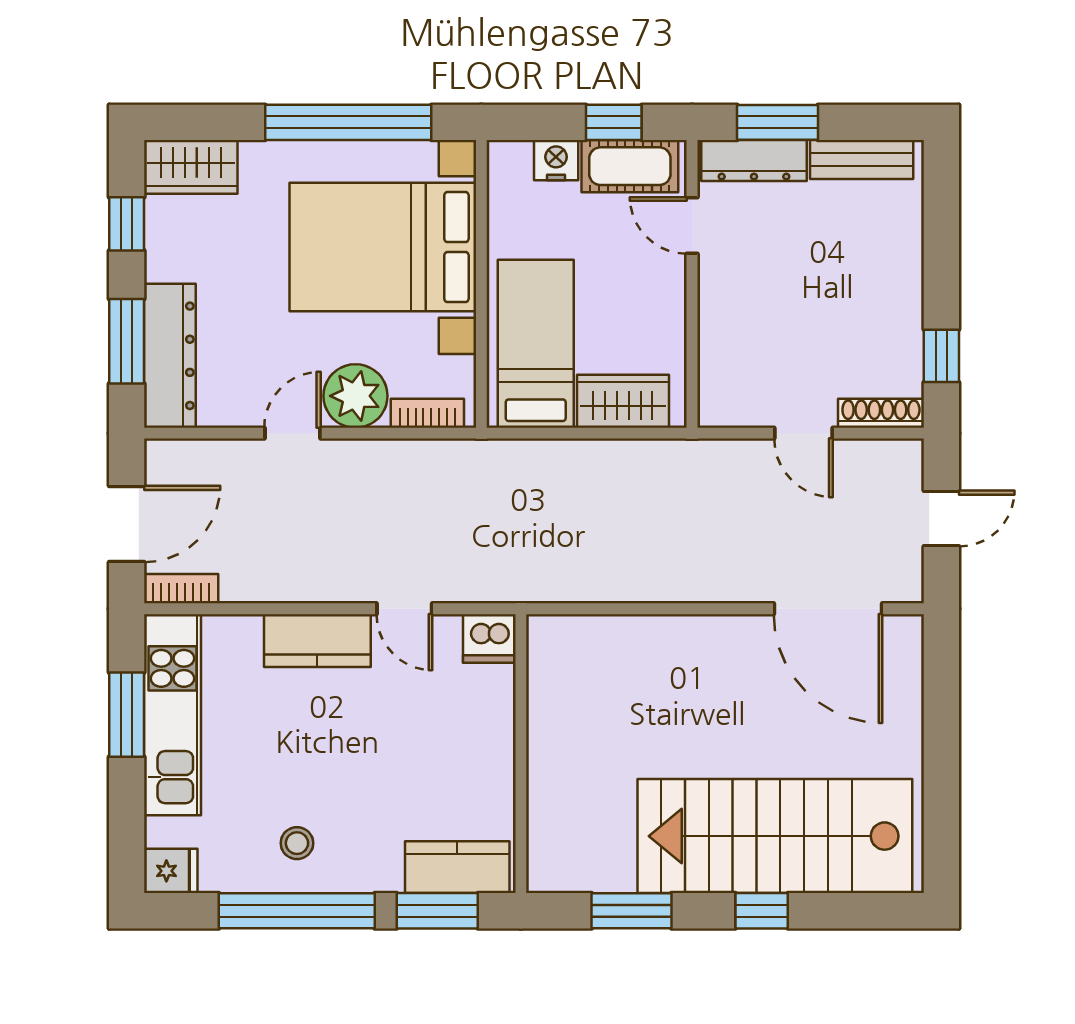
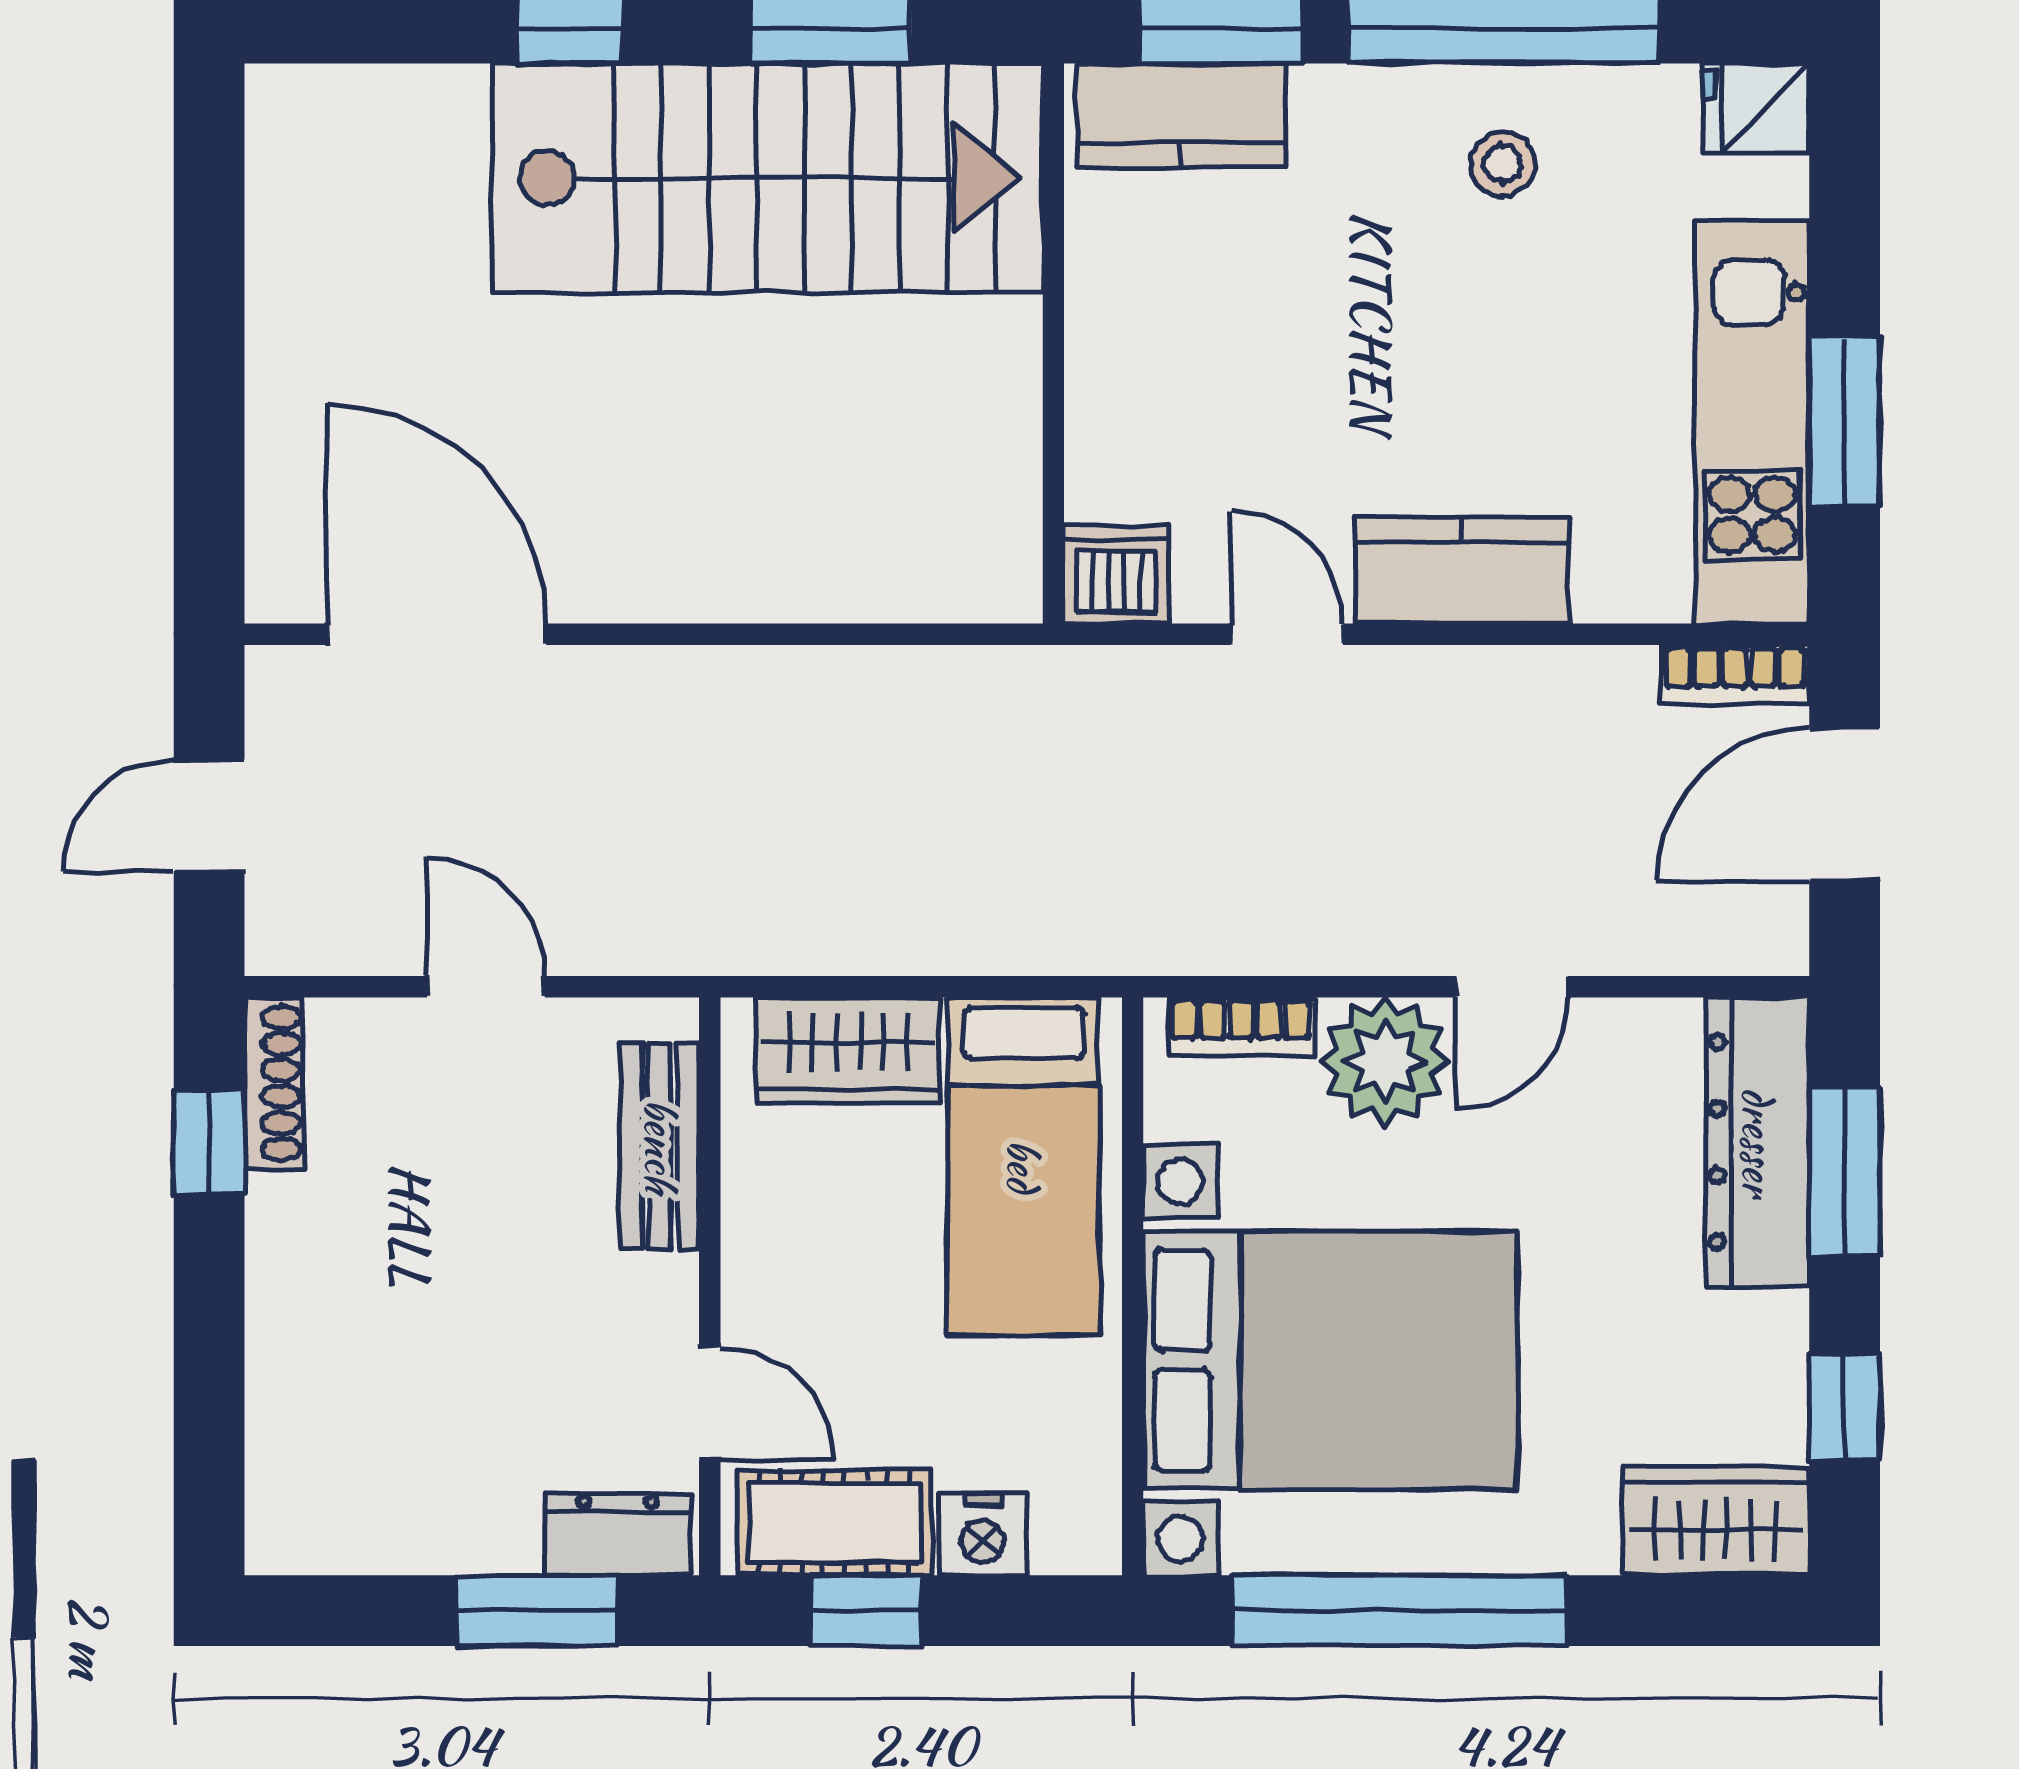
dresser: (754, 160) -> (617, 1534), width x0.70
bench: (862, 160) -> (660, 1146), moved, turned 90
shoe rack: (881, 413) -> (274, 1083), moved, turned -90
stairs: (775, 836) -> (767, 178), moved

